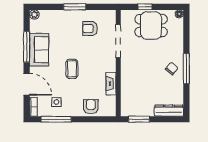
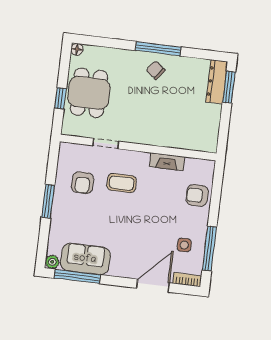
doorway: (118, 41) -> (106, 144), width x0.53
window: (27, 47) -> (77, 276), moved
sofa: (39, 50) -> (85, 259), moved
coffee table: (72, 69) -> (122, 183), moved
window: (139, 119) -> (229, 87), moved

